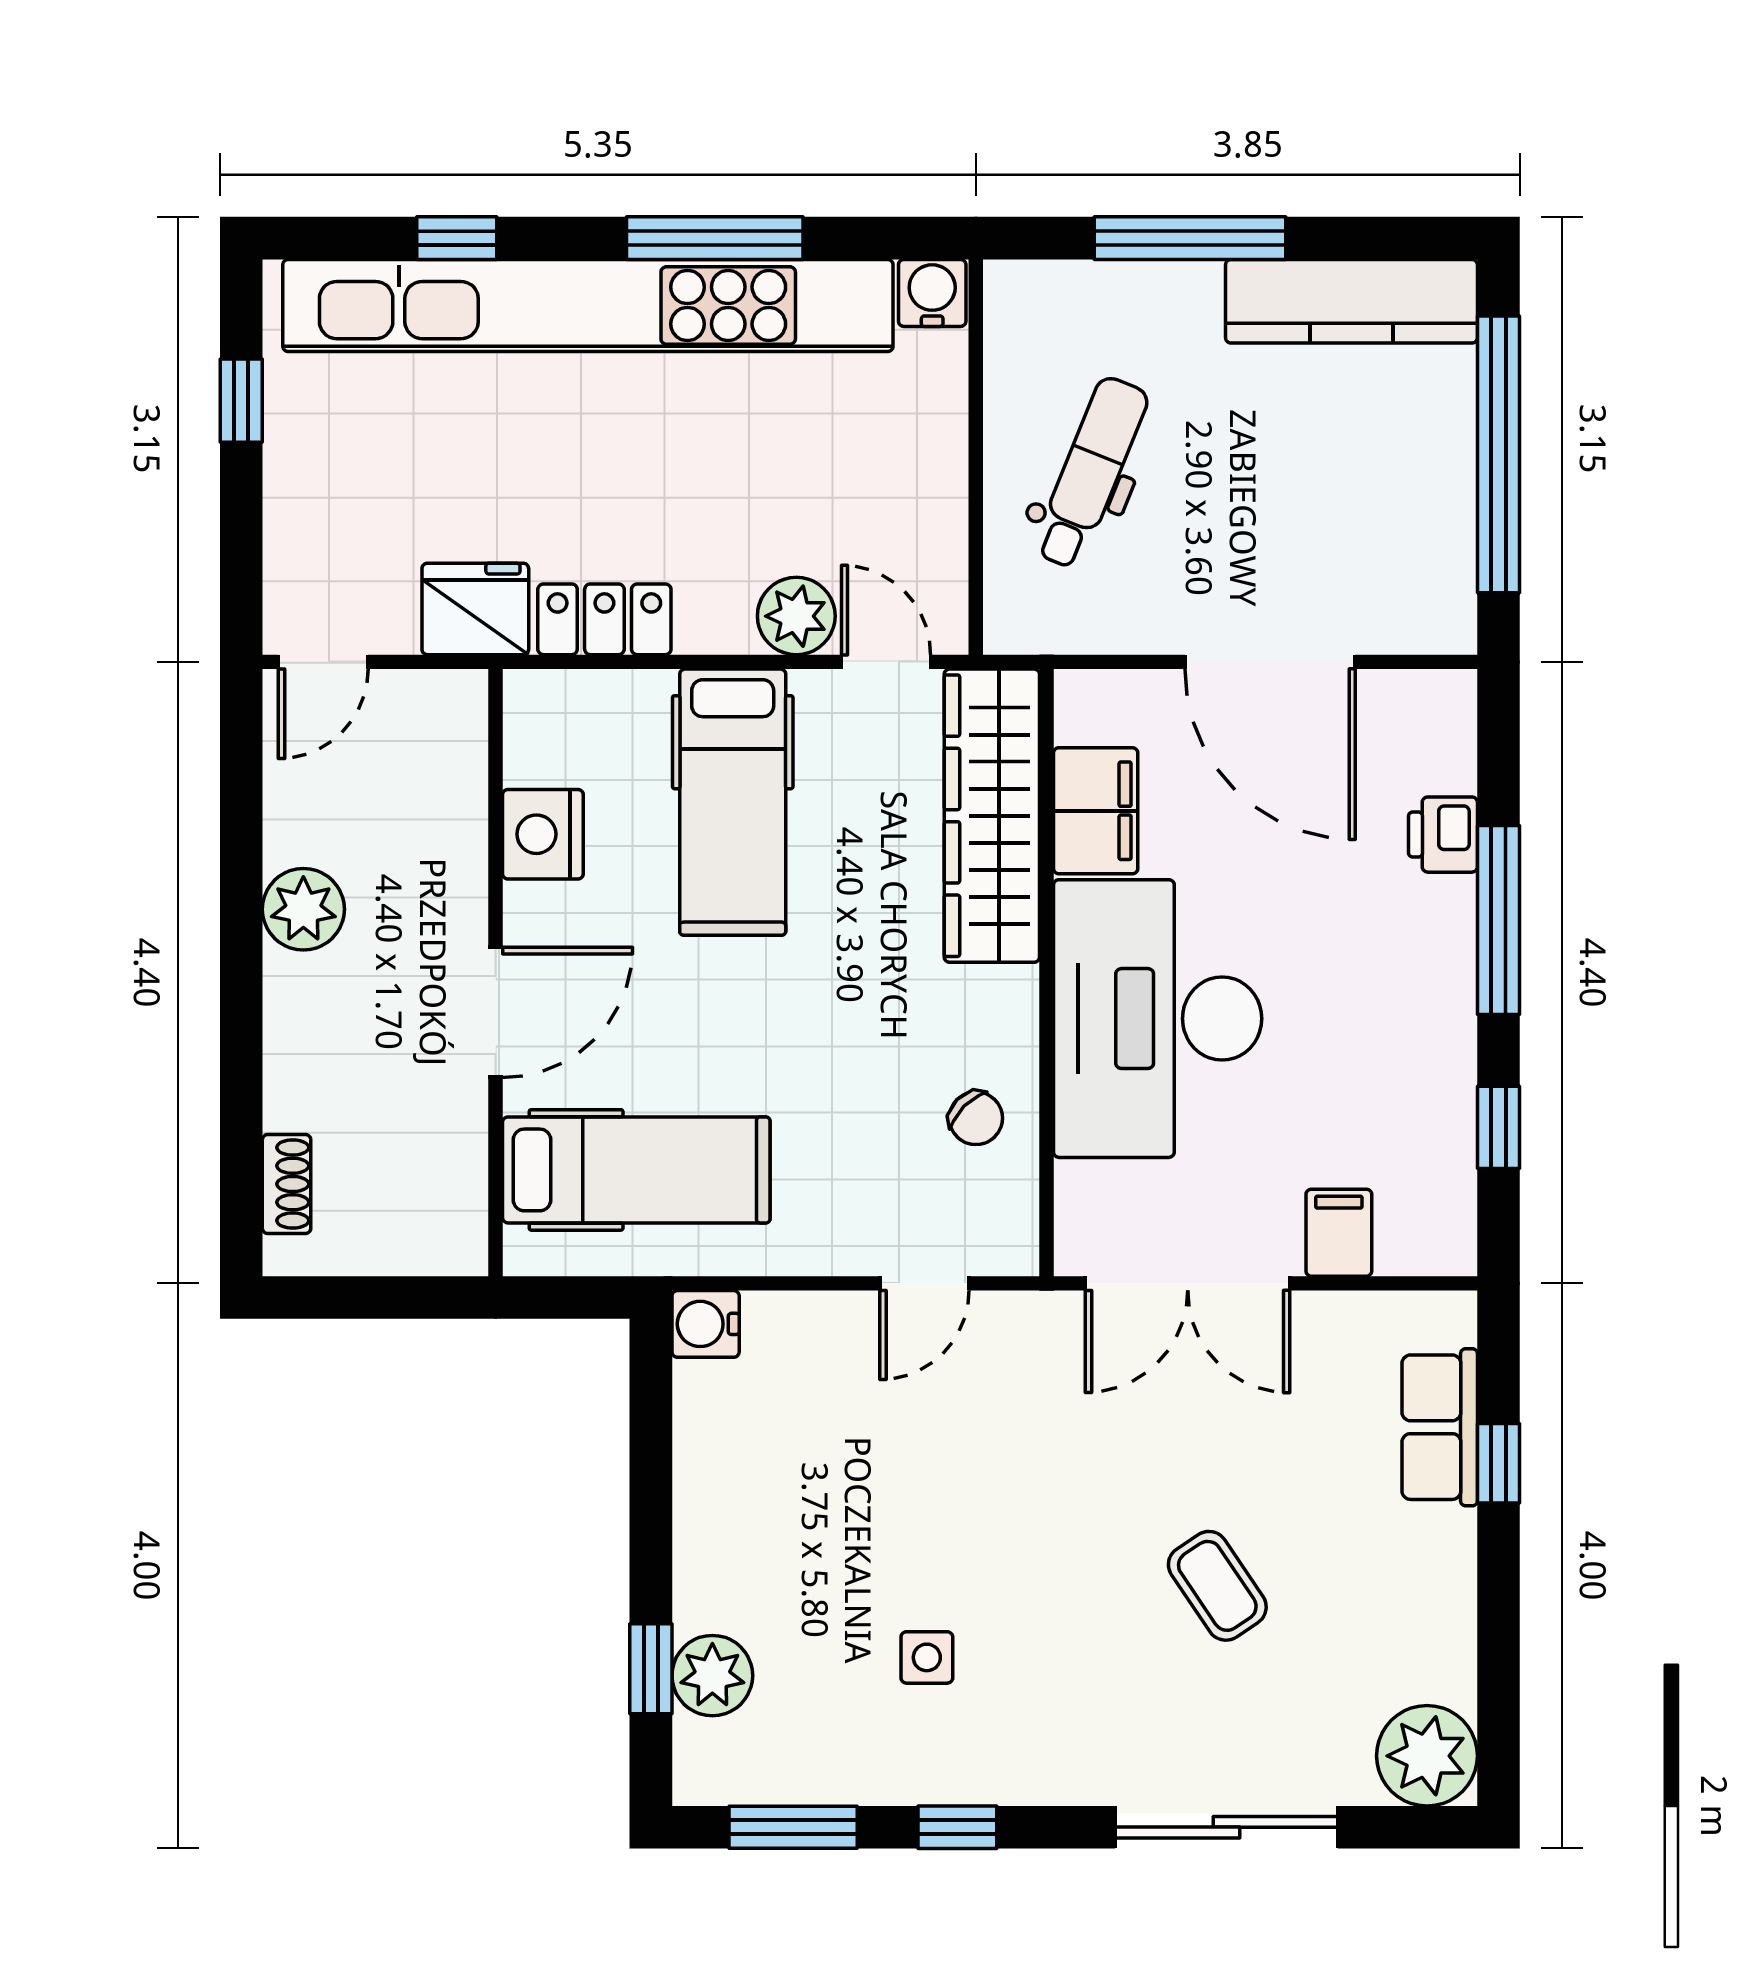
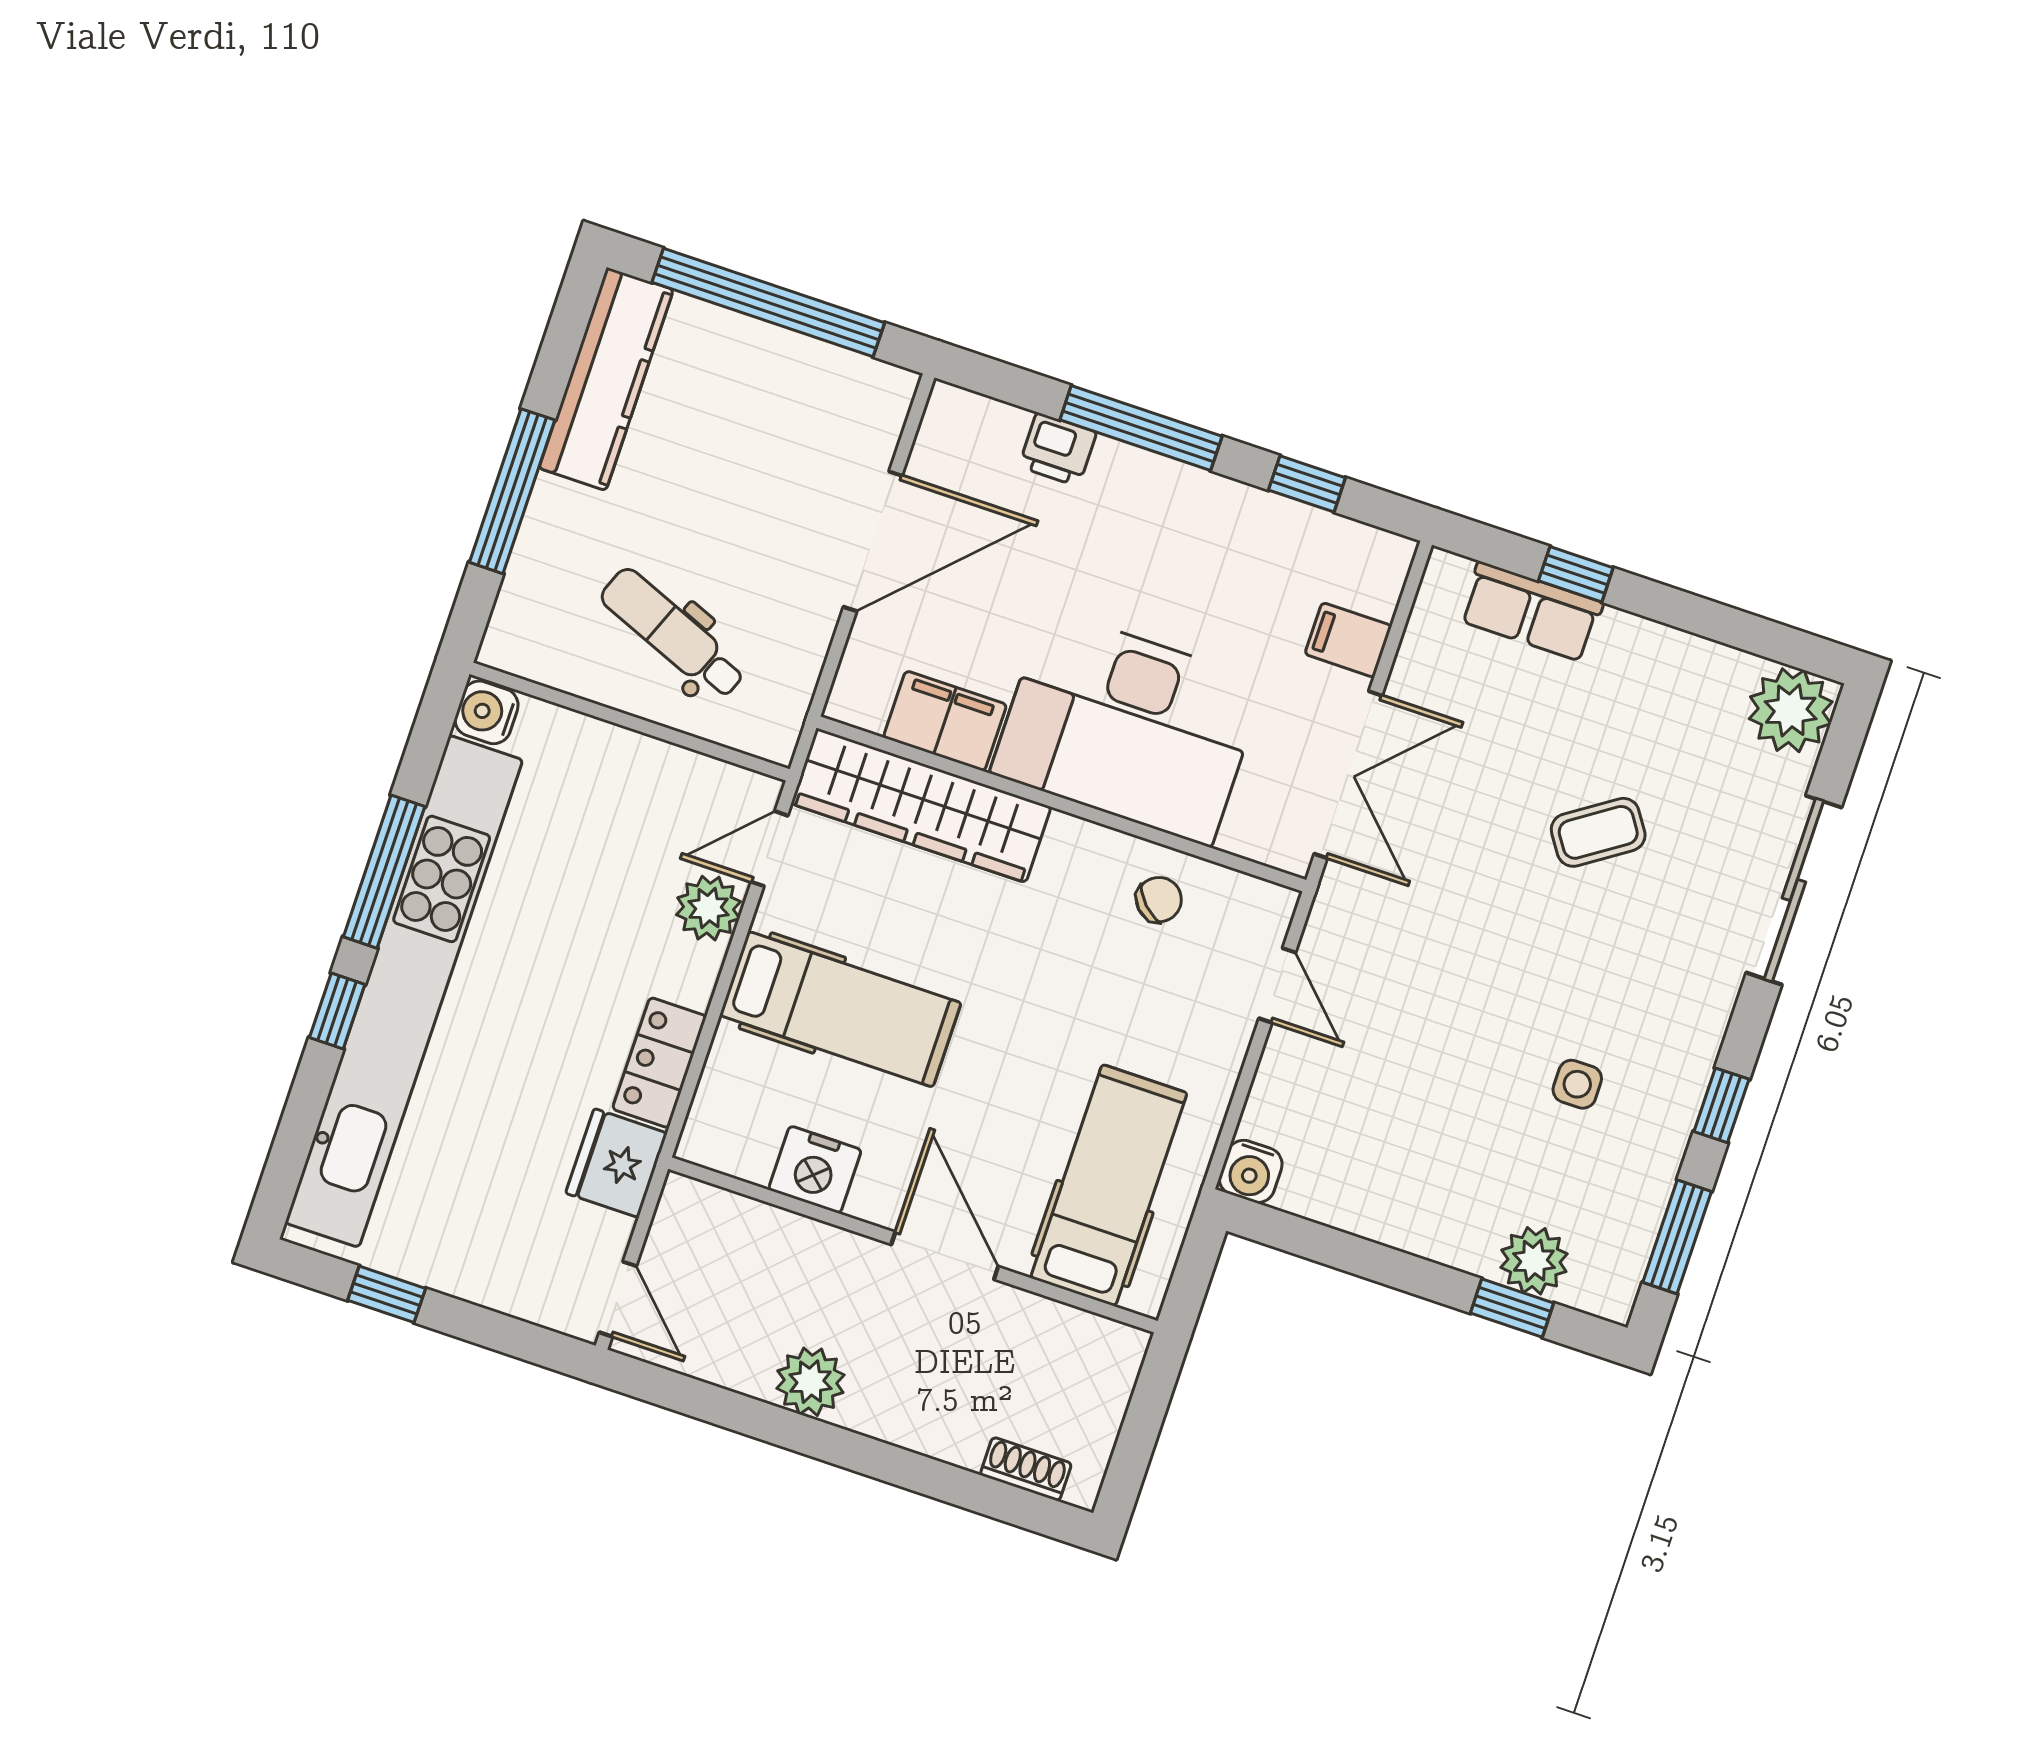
window: (457, 238) -> (337, 1011), moved

